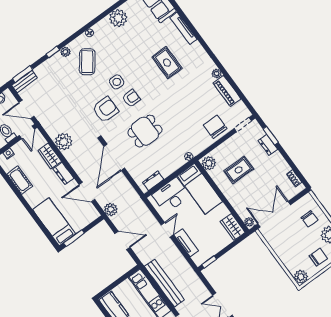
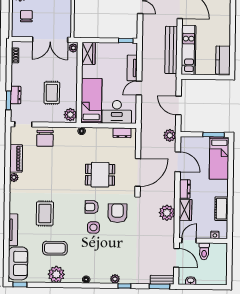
coffee table: (87, 62) -> (55, 248), moved, turned 53
armchair: (105, 110) -> (117, 213), turned 90
rug: (239, 170) -> (52, 93), turned 90

